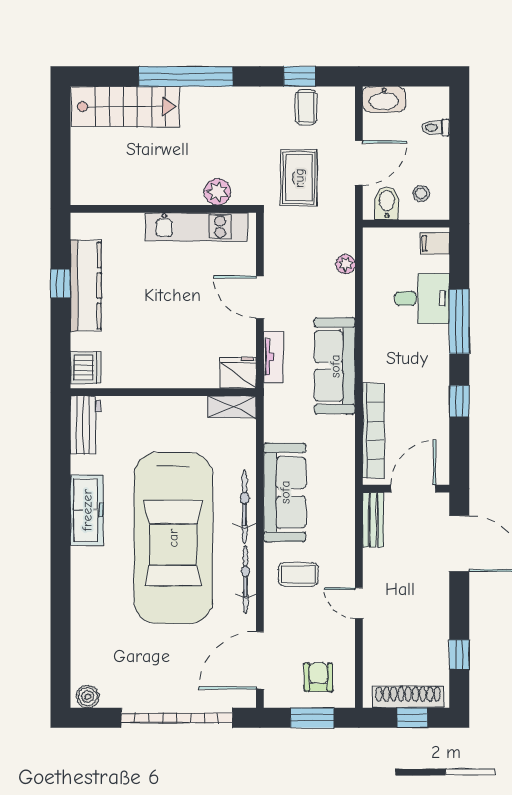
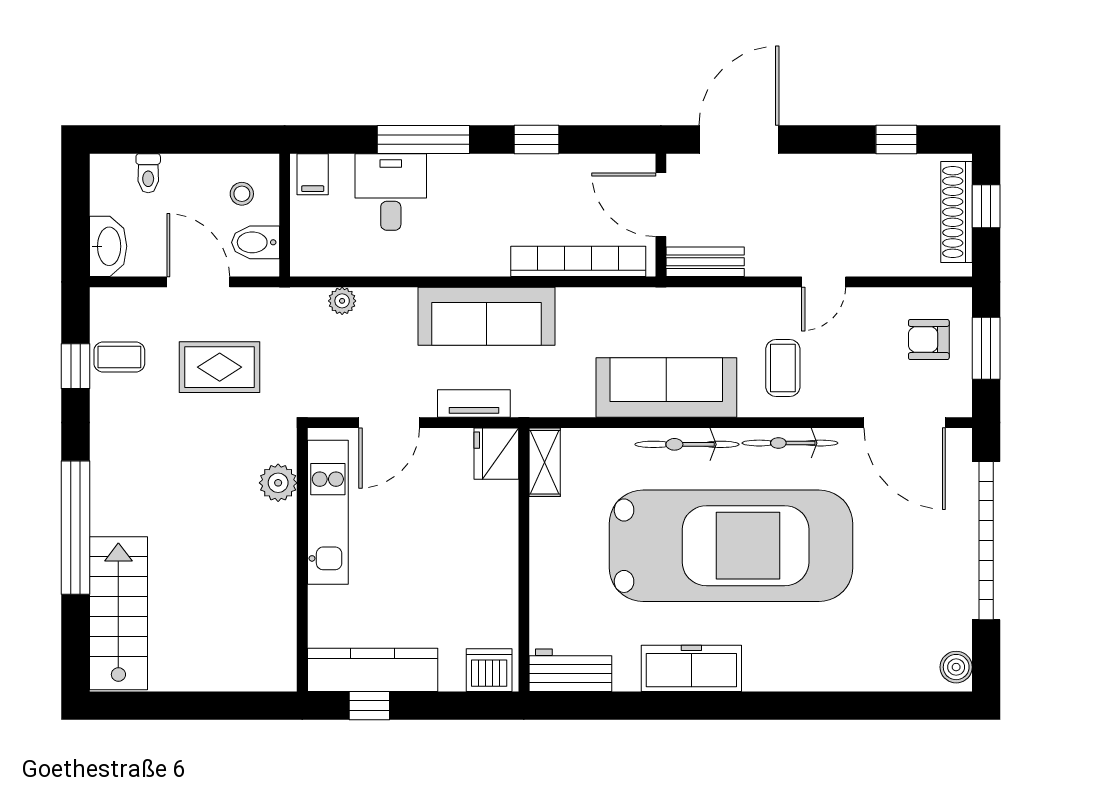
plant: (217, 192) -> (278, 483), moved
wall: (163, 209) -> (302, 560), moved
kitchen unit: (197, 227) -> (328, 512), moved

